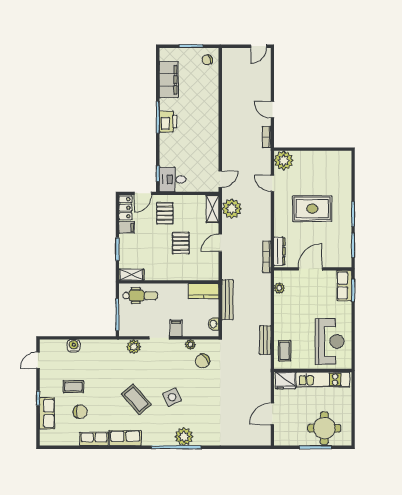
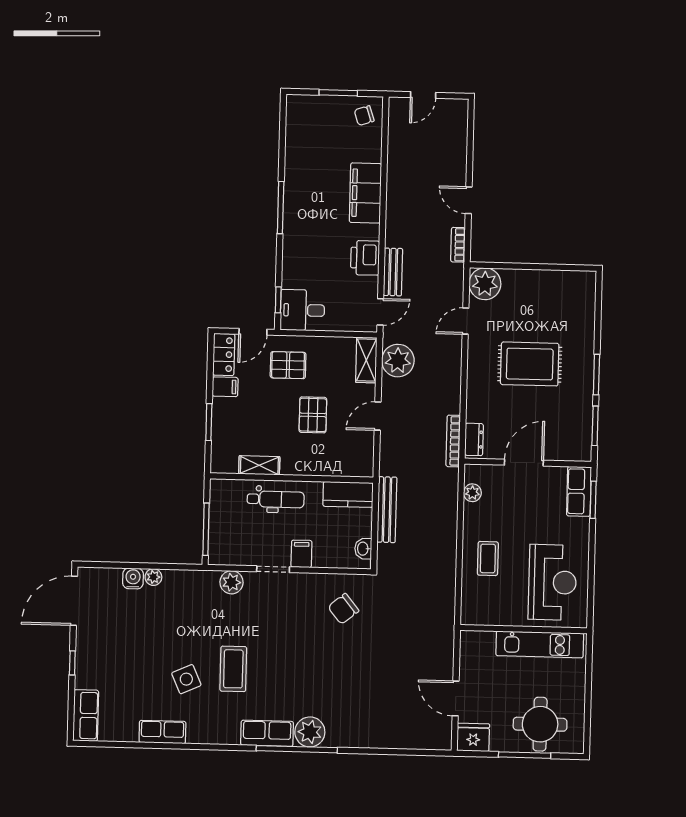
door: (259, 46) -> (423, 95), moved
filing cabinet: (169, 80) -> (365, 193), moved, turned 180
printer: (168, 121) -> (365, 258), moved, turned 180
door: (272, 183) -> (465, 321), hinge flipped
pallet: (165, 213) -> (288, 365), turned 90
dresser: (279, 251) -> (474, 439), width x0.70
shelving: (131, 275) -> (259, 465), moved
dental chair: (140, 296) -> (276, 499), moved
bench: (265, 340) -> (393, 272), moved
plant: (190, 345) -> (153, 577), moved
coffee table: (285, 351) -> (488, 558), moved
door: (38, 360) -> (74, 601), width x1.88
fridge: (285, 380) -> (473, 737), moved, turned 180
coffee table: (73, 387) -> (131, 645), removed
side table: (172, 397) -> (186, 679), moved
coffee table: (136, 399) -> (233, 669), turned 41
chair: (80, 412) -> (141, 687), removed
row of seats: (47, 413) -> (86, 715), moved
door: (272, 414) -> (456, 698), hinge flipped
row of seats: (125, 438) -> (267, 733), moved

